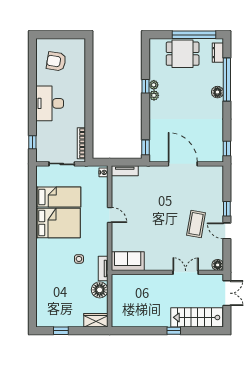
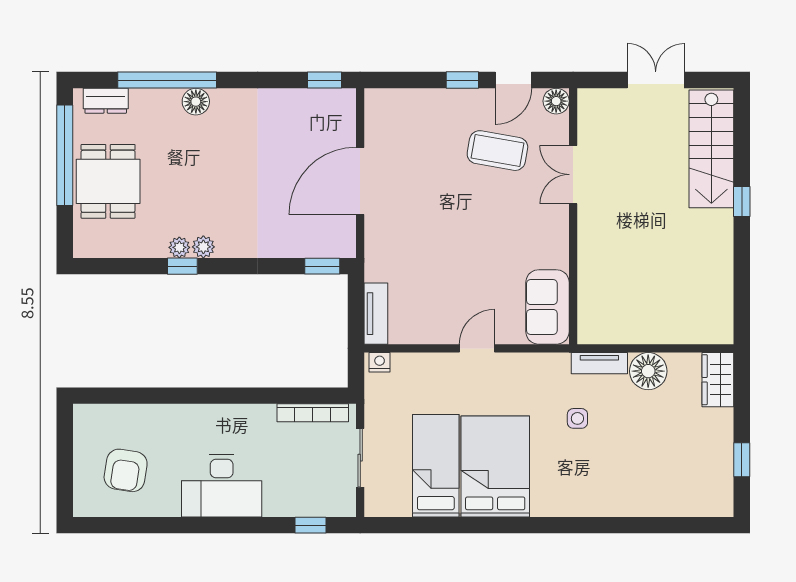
sofa: (128, 261) -> (547, 307), moved
floor lamp: (218, 265) -> (556, 101), moved
wall: (167, 272) -> (573, 216), moved
double door: (186, 272) -> (573, 175), moved

